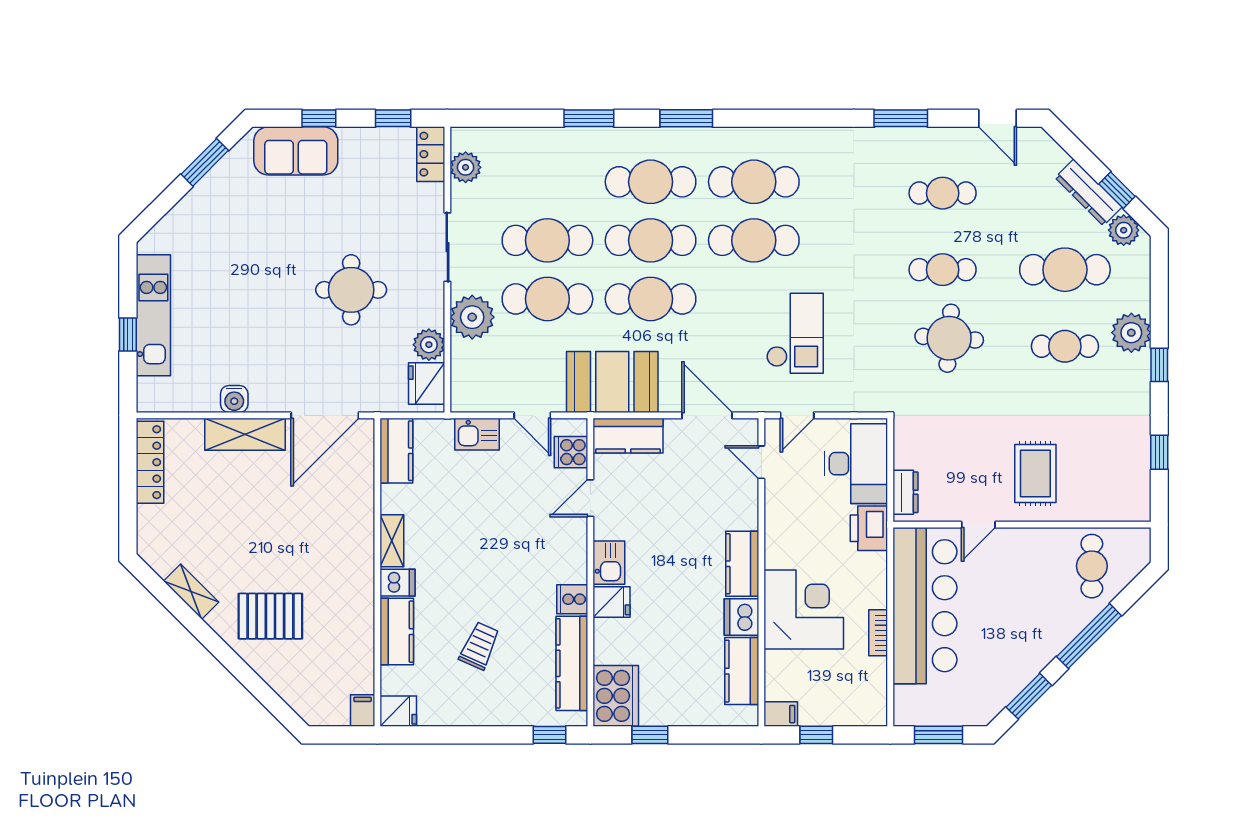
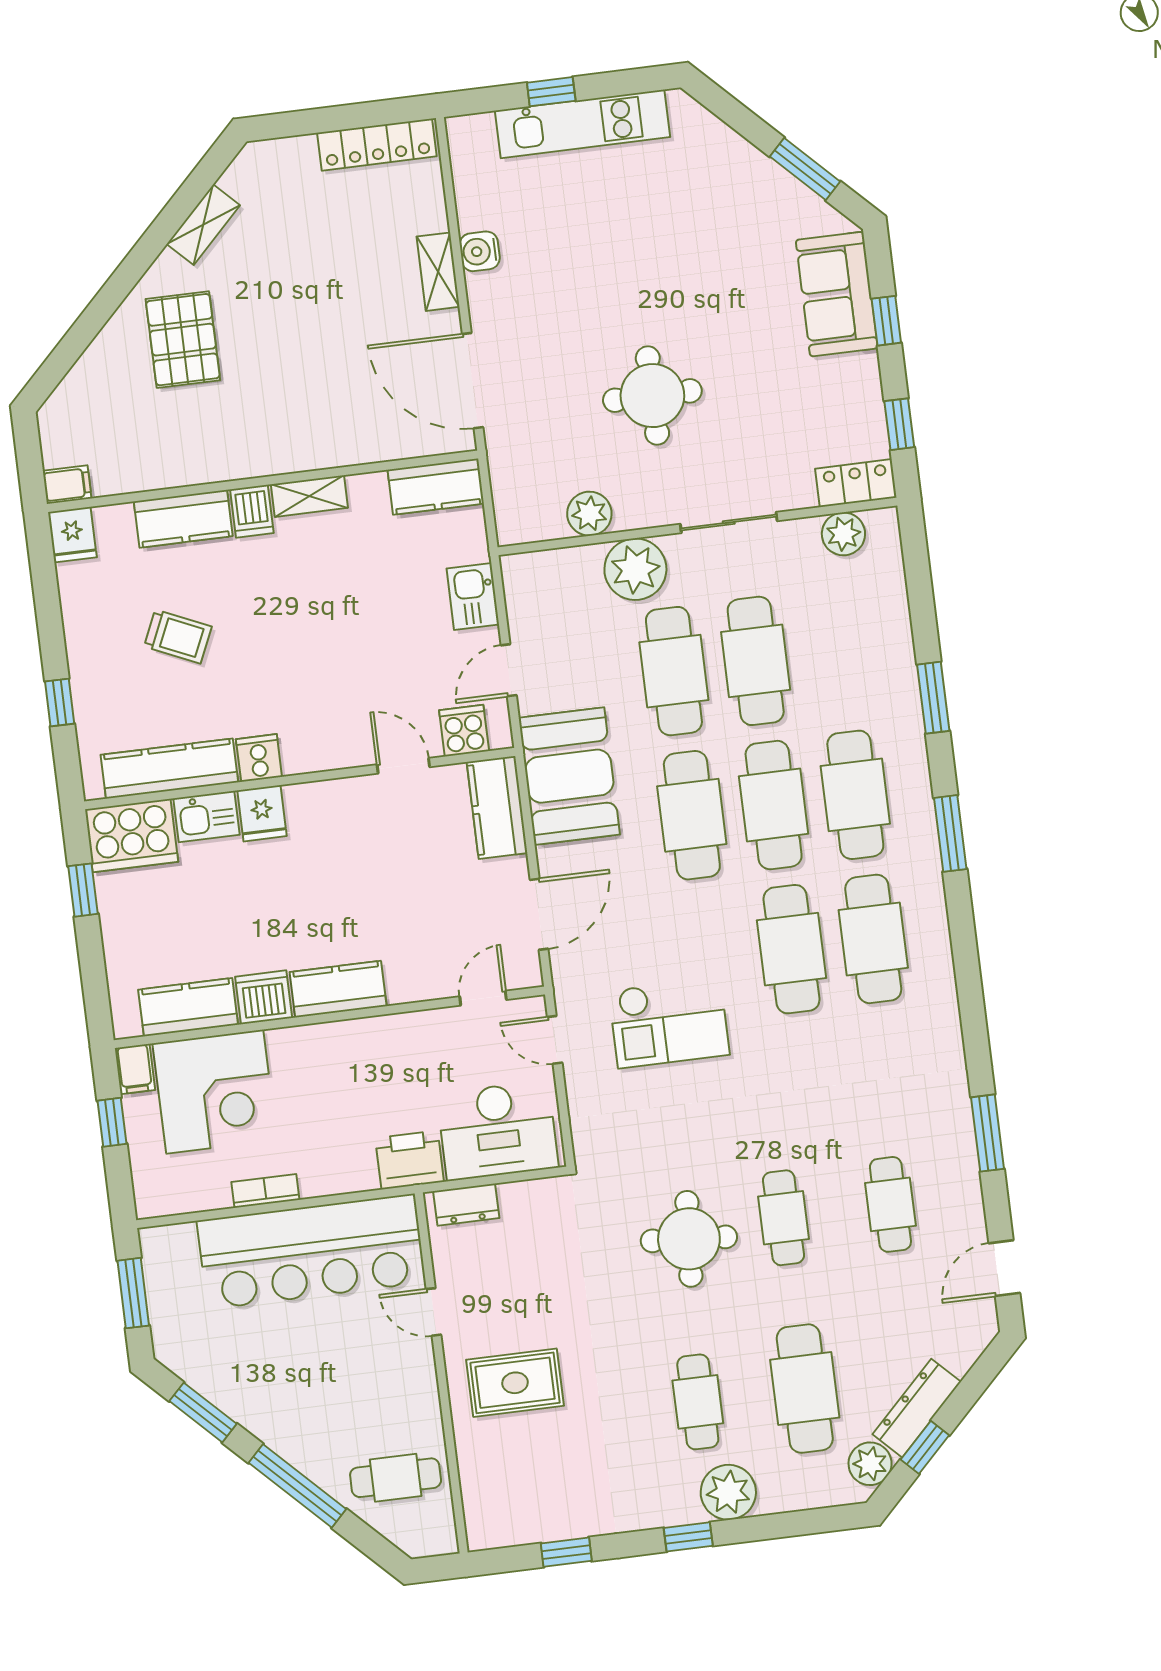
fridge: (427, 383) -> (535, 517), removed
shelving: (245, 434) -> (438, 272), width x0.67, depth x0.75
kitchen sink: (609, 563) -> (207, 817), moved
corner desk: (804, 609) -> (215, 1092), moved
window: (550, 735) -> (60, 703), moved

